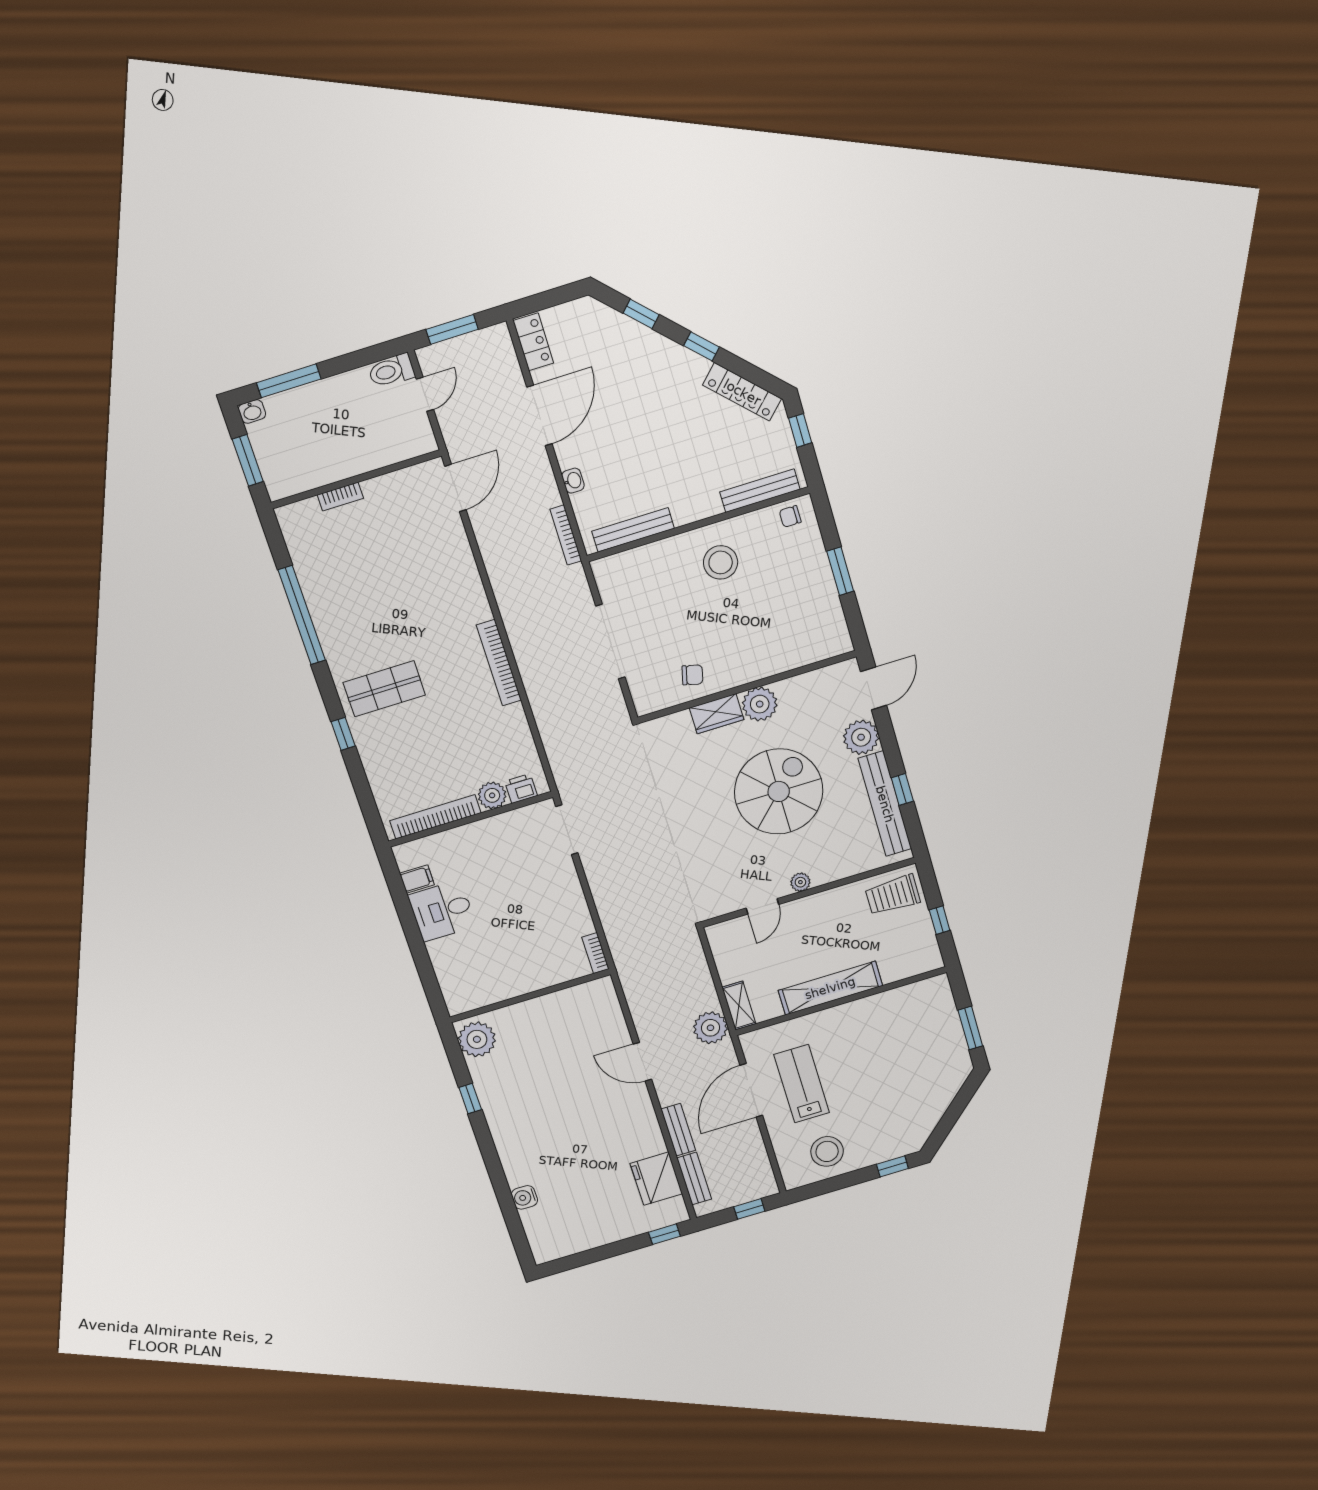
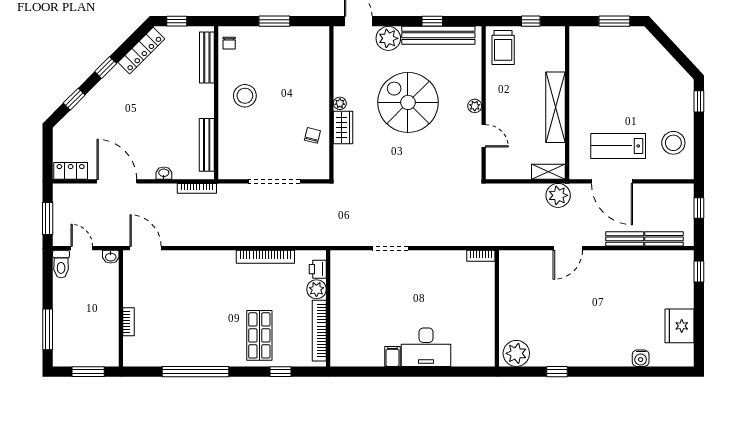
washbasin: (252, 411) -> (111, 257), moved, turned 90
plant: (760, 704) -> (340, 103), width x0.53, depth x0.53
printer: (521, 788) -> (318, 269), moved
plant: (492, 795) -> (316, 289), moved
bookcase: (435, 817) -> (319, 331), moved
wall: (471, 819) -> (328, 308), moved
desk: (442, 911) -> (426, 347), width x1.37
fridge: (656, 1179) -> (679, 326), moved, turned 90

